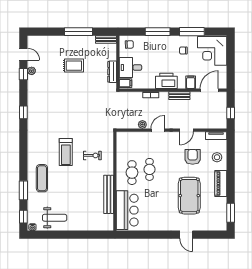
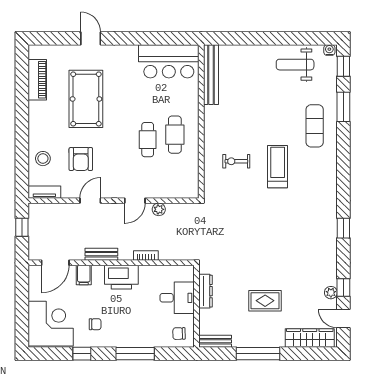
window: (192, 32) -> (82, 354), width x0.46
wardrobe: (45, 42) -> (310, 338), added
filing cabinet: (126, 83) -> (185, 274), removed
piano: (221, 184) -> (37, 80), moved
bench: (109, 194) -> (211, 75), moved
bar counter: (127, 210) -> (169, 61), moved, turned -90
window: (231, 213) -> (22, 72), removed

